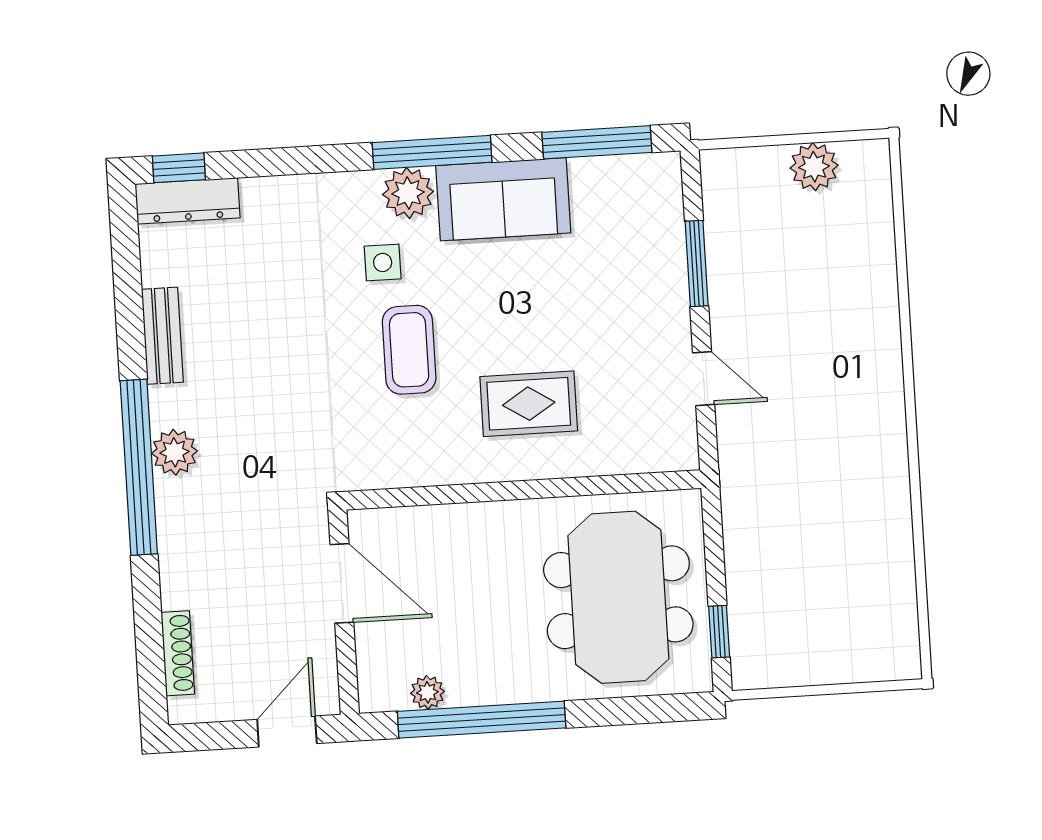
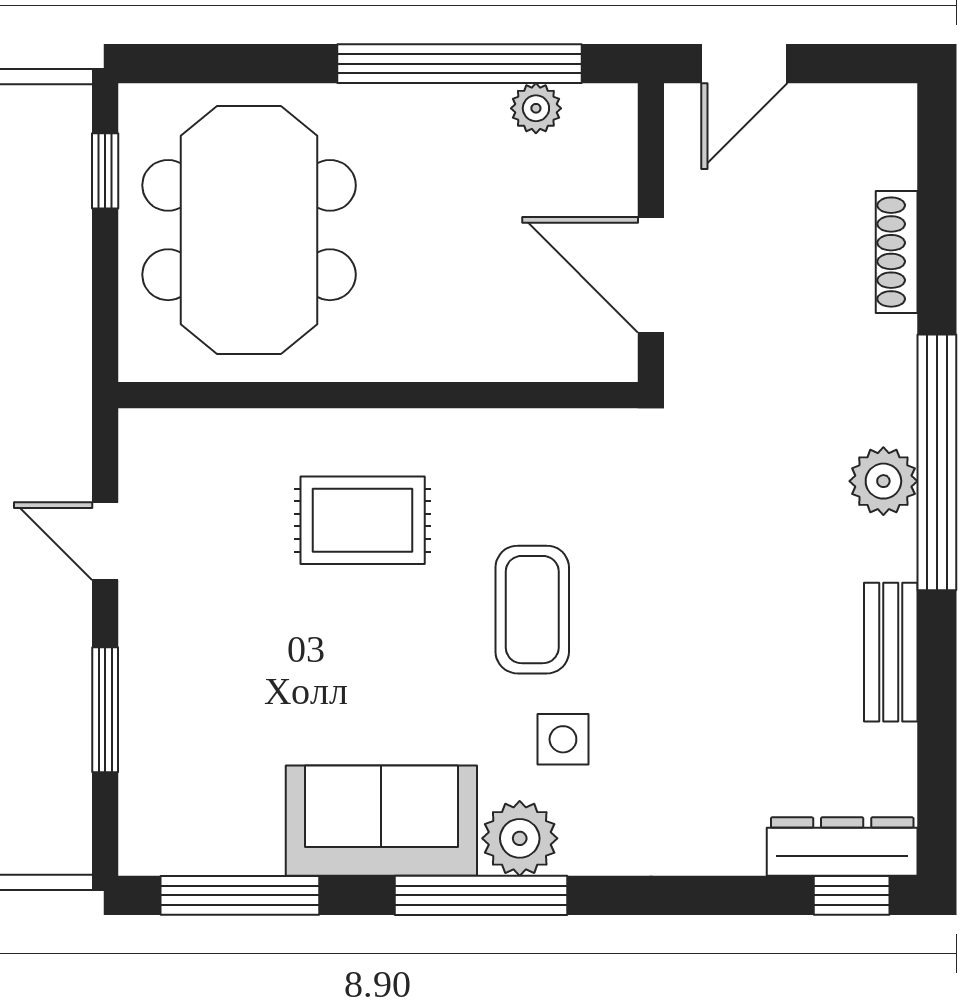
shoe rack: (178, 653) -> (897, 252), moved

